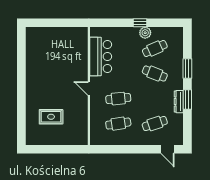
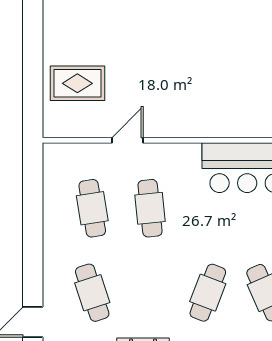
door: (89, 88) -> (128, 140), moved
rug: (51, 117) -> (77, 83), moved, turned 90

